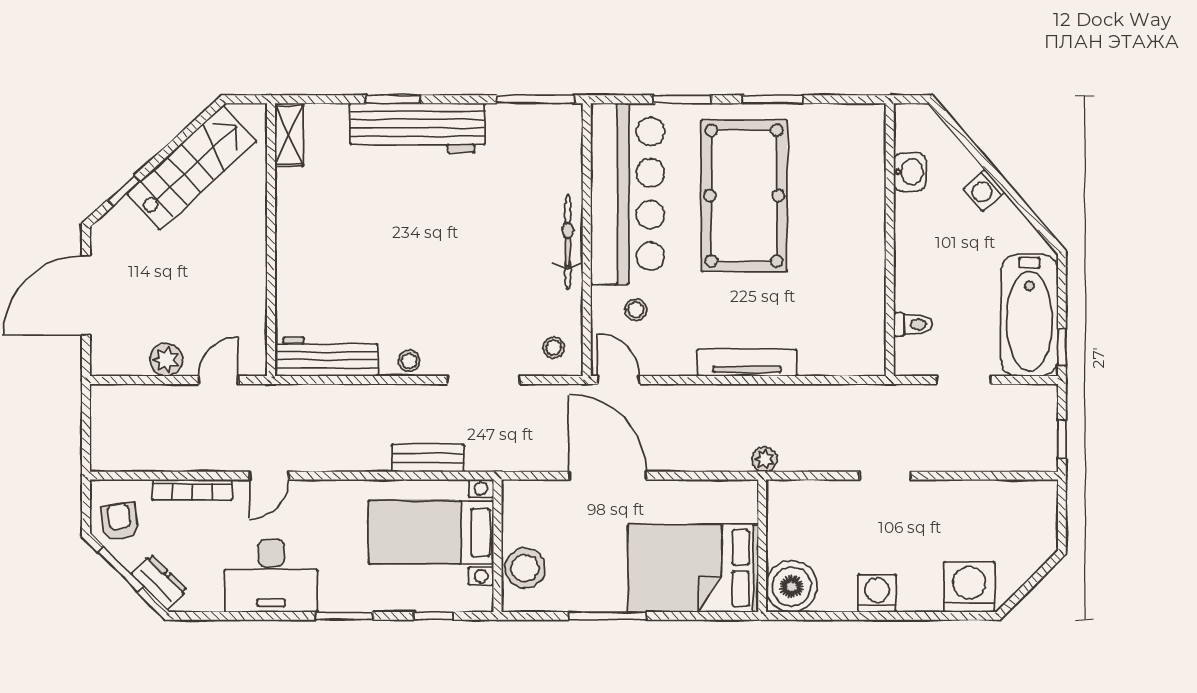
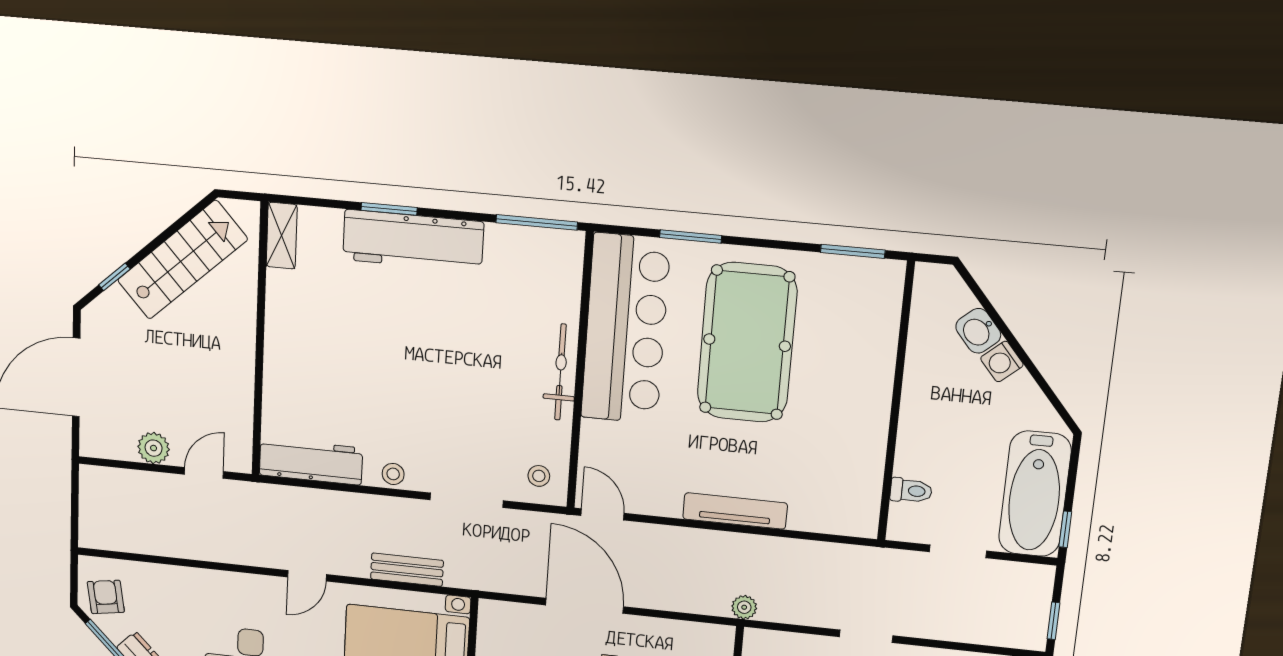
window: (773, 99) -> (853, 251), moved
washbasin: (910, 172) -> (978, 331), moved, turned 139
stool: (636, 310) -> (625, 447), removed
door: (269, 476) -> (307, 576), moved
bookcase: (192, 490) -> (176, 575), removed

